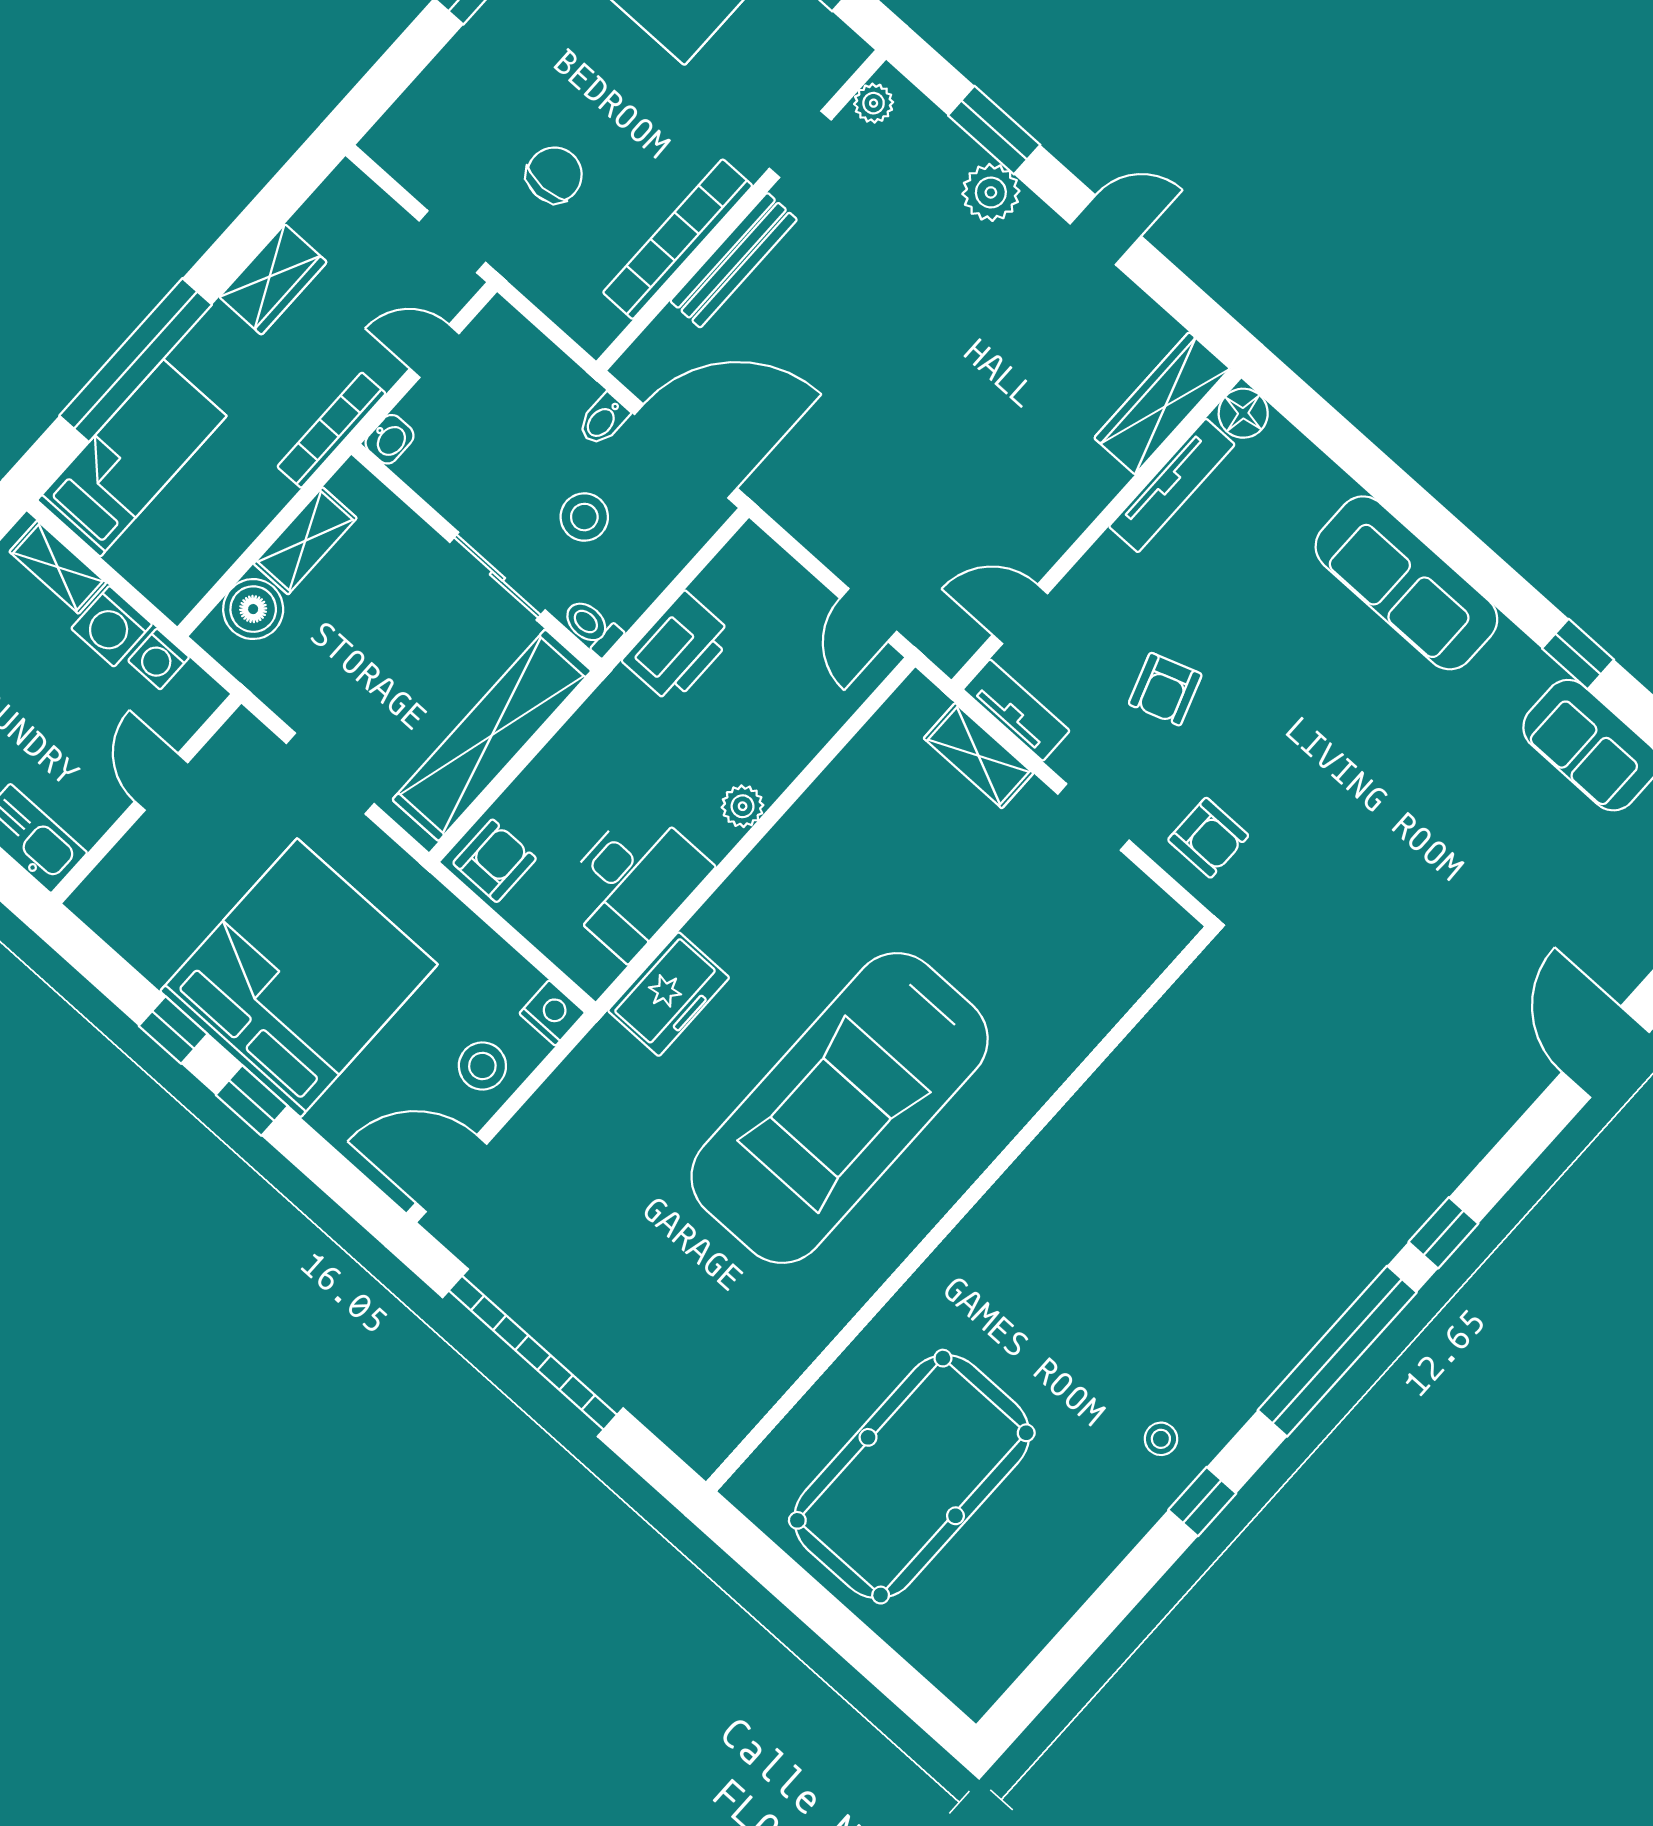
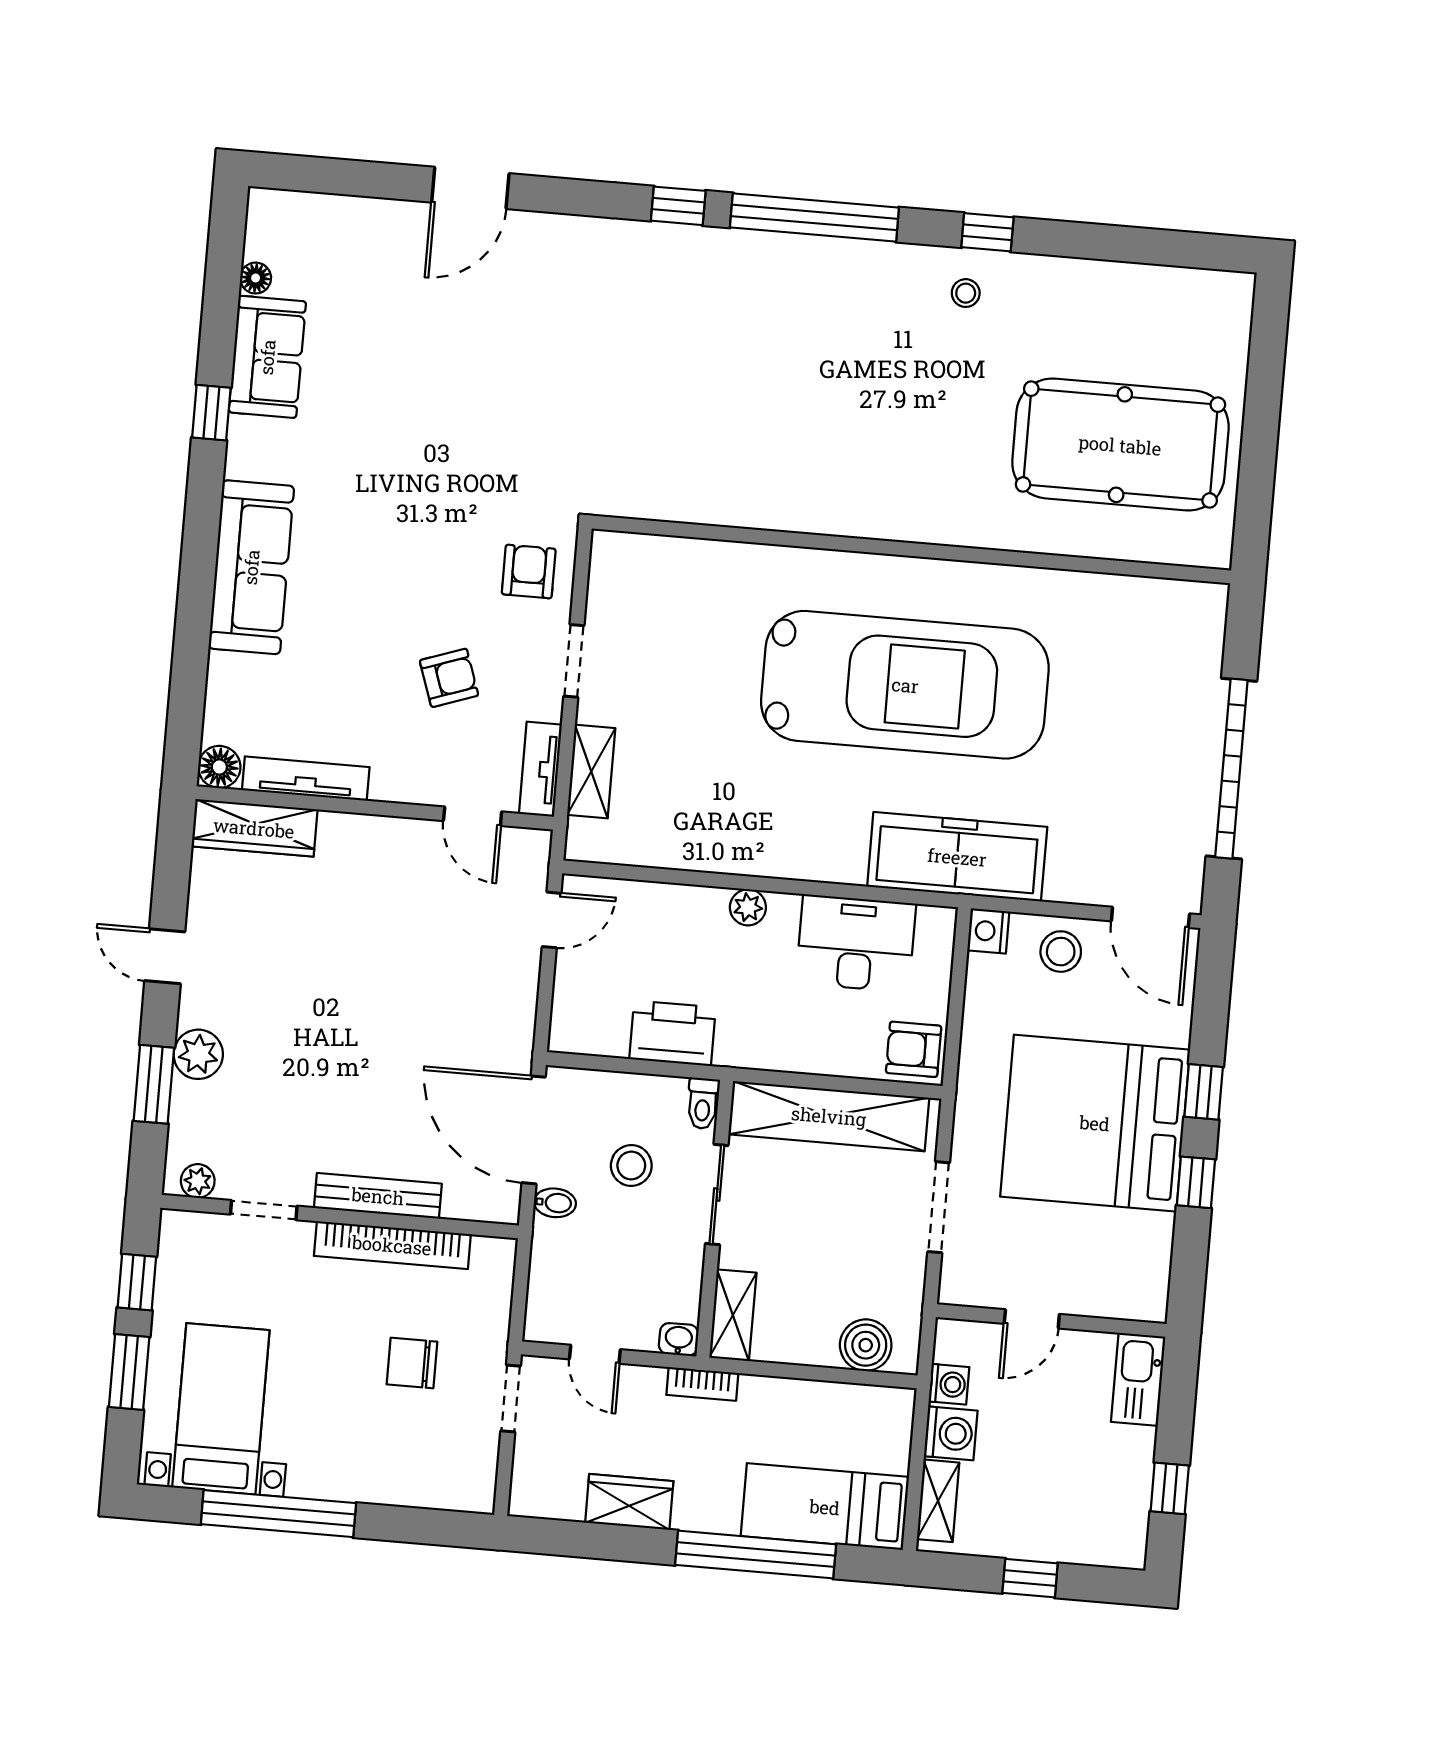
bookcase: (332, 430) -> (702, 1384), width x0.64
shelving: (305, 541) -> (733, 1315), moved, turned 90
freezer: (669, 994) -> (957, 857), width x1.91, depth x1.26

